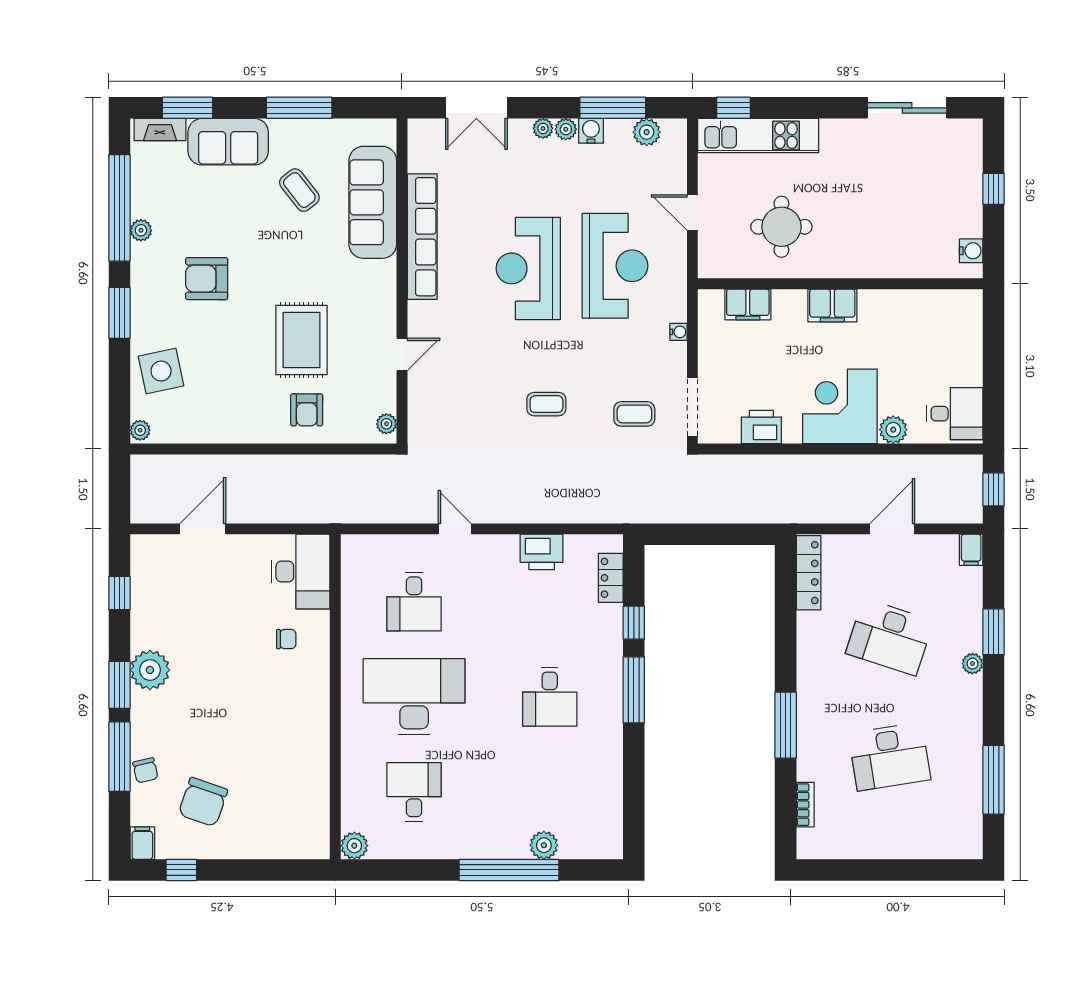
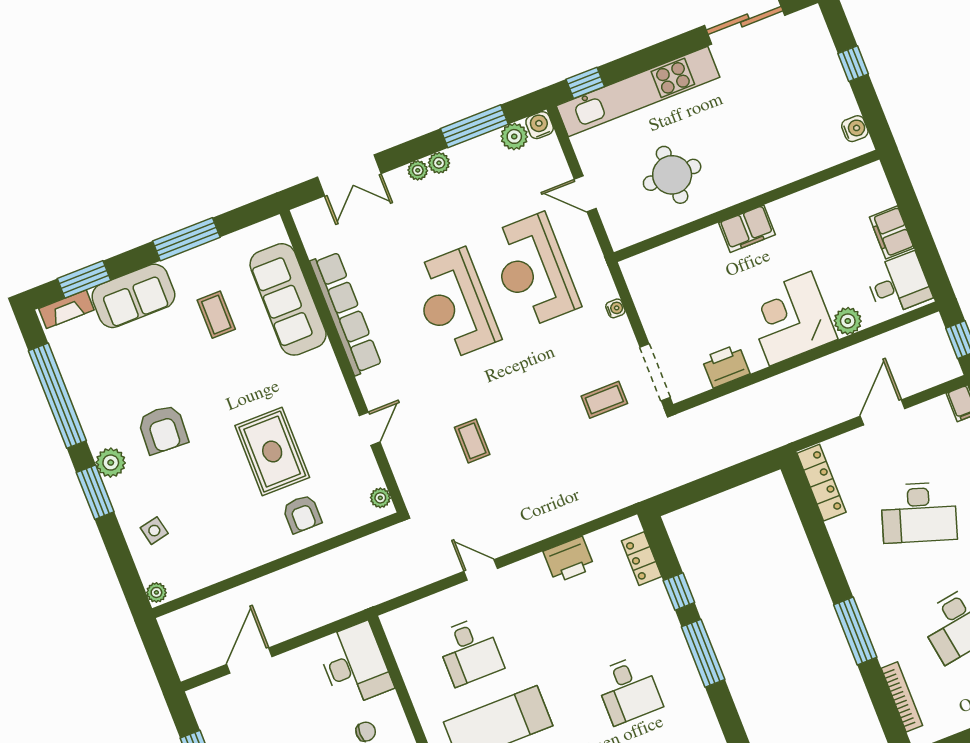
water cooler: (591, 131) -> (540, 125), moved
kitchen unit: (758, 136) -> (638, 92), width x1.36
coffee table: (299, 190) -> (216, 315), turned 38
plant: (141, 230) -> (111, 463), moved, width x1.38, depth x1.38
reception desk: (615, 266) -> (533, 271), turned 180
armchair: (207, 279) -> (163, 429), turned -87
filing cabinet: (748, 304) -> (892, 232), moved, turned 90
side table: (161, 371) -> (154, 531), width x0.54, depth x0.54
coffee table: (546, 404) -> (472, 441), moved, turned 90
bookcase: (805, 805) -> (902, 697), width x1.56

